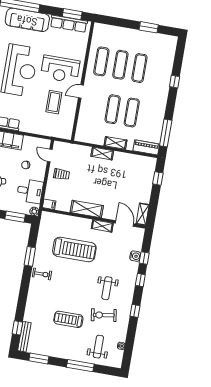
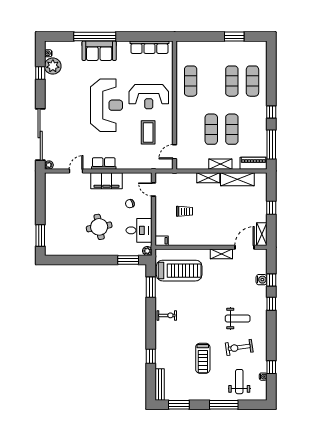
window: (72, 14) -> (151, 37), removed
sofa: (27, 20) -> (99, 51), width x0.73
exercise mat: (120, 65) -> (252, 81), moved
window: (175, 82) -> (271, 112), moved
door: (81, 92) -> (175, 152), moved
trolley: (61, 174) -> (184, 211), moved
window: (158, 178) -> (271, 208), moved
shelving: (87, 209) -> (237, 179), moved
door: (125, 223) -> (244, 247), hinge flipped
treadmill: (74, 249) -> (179, 271), moved
window: (30, 256) -> (151, 287), moved
weight bench: (107, 288) -> (238, 319), turned -90
window: (135, 311) -> (271, 367), moved
treadmill: (68, 319) -> (203, 358), turned -90
window: (17, 328) -> (151, 356), moved

